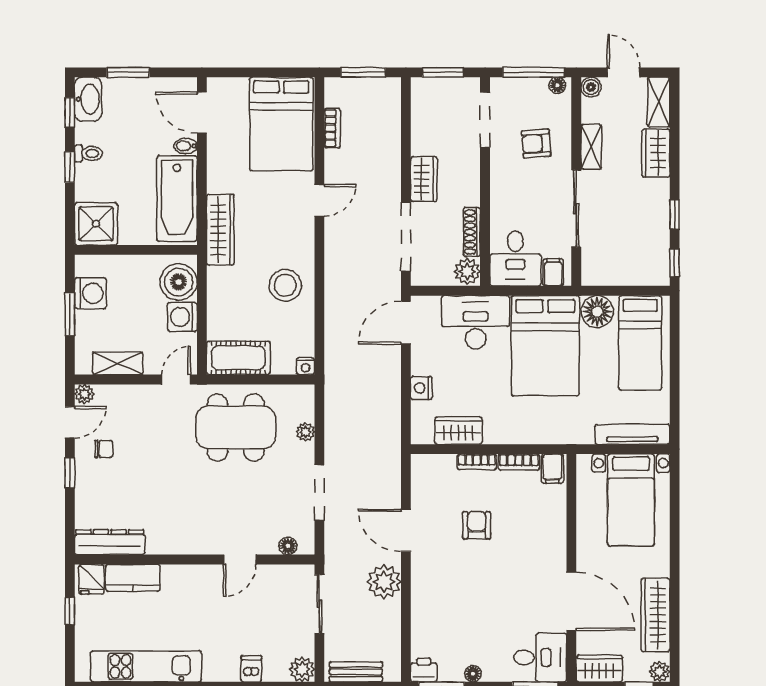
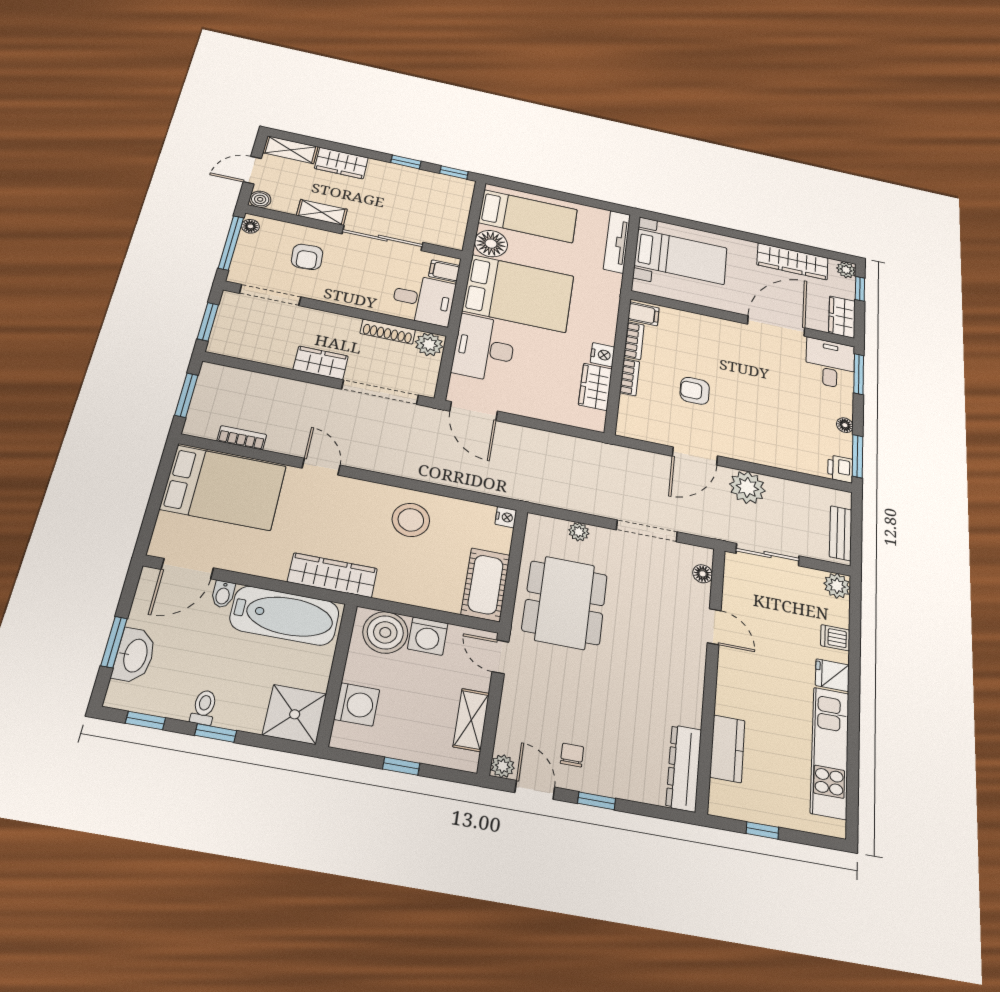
washbasin: (88, 99) -> (134, 655), moved, turned 90
washing machine: (90, 293) -> (357, 704), moved, turned 90
window: (70, 314) -> (401, 766), width x0.67
nightstand: (421, 388) -> (602, 355), moved, turned -90
fridge: (91, 579) -> (832, 675), moved, turned 180

